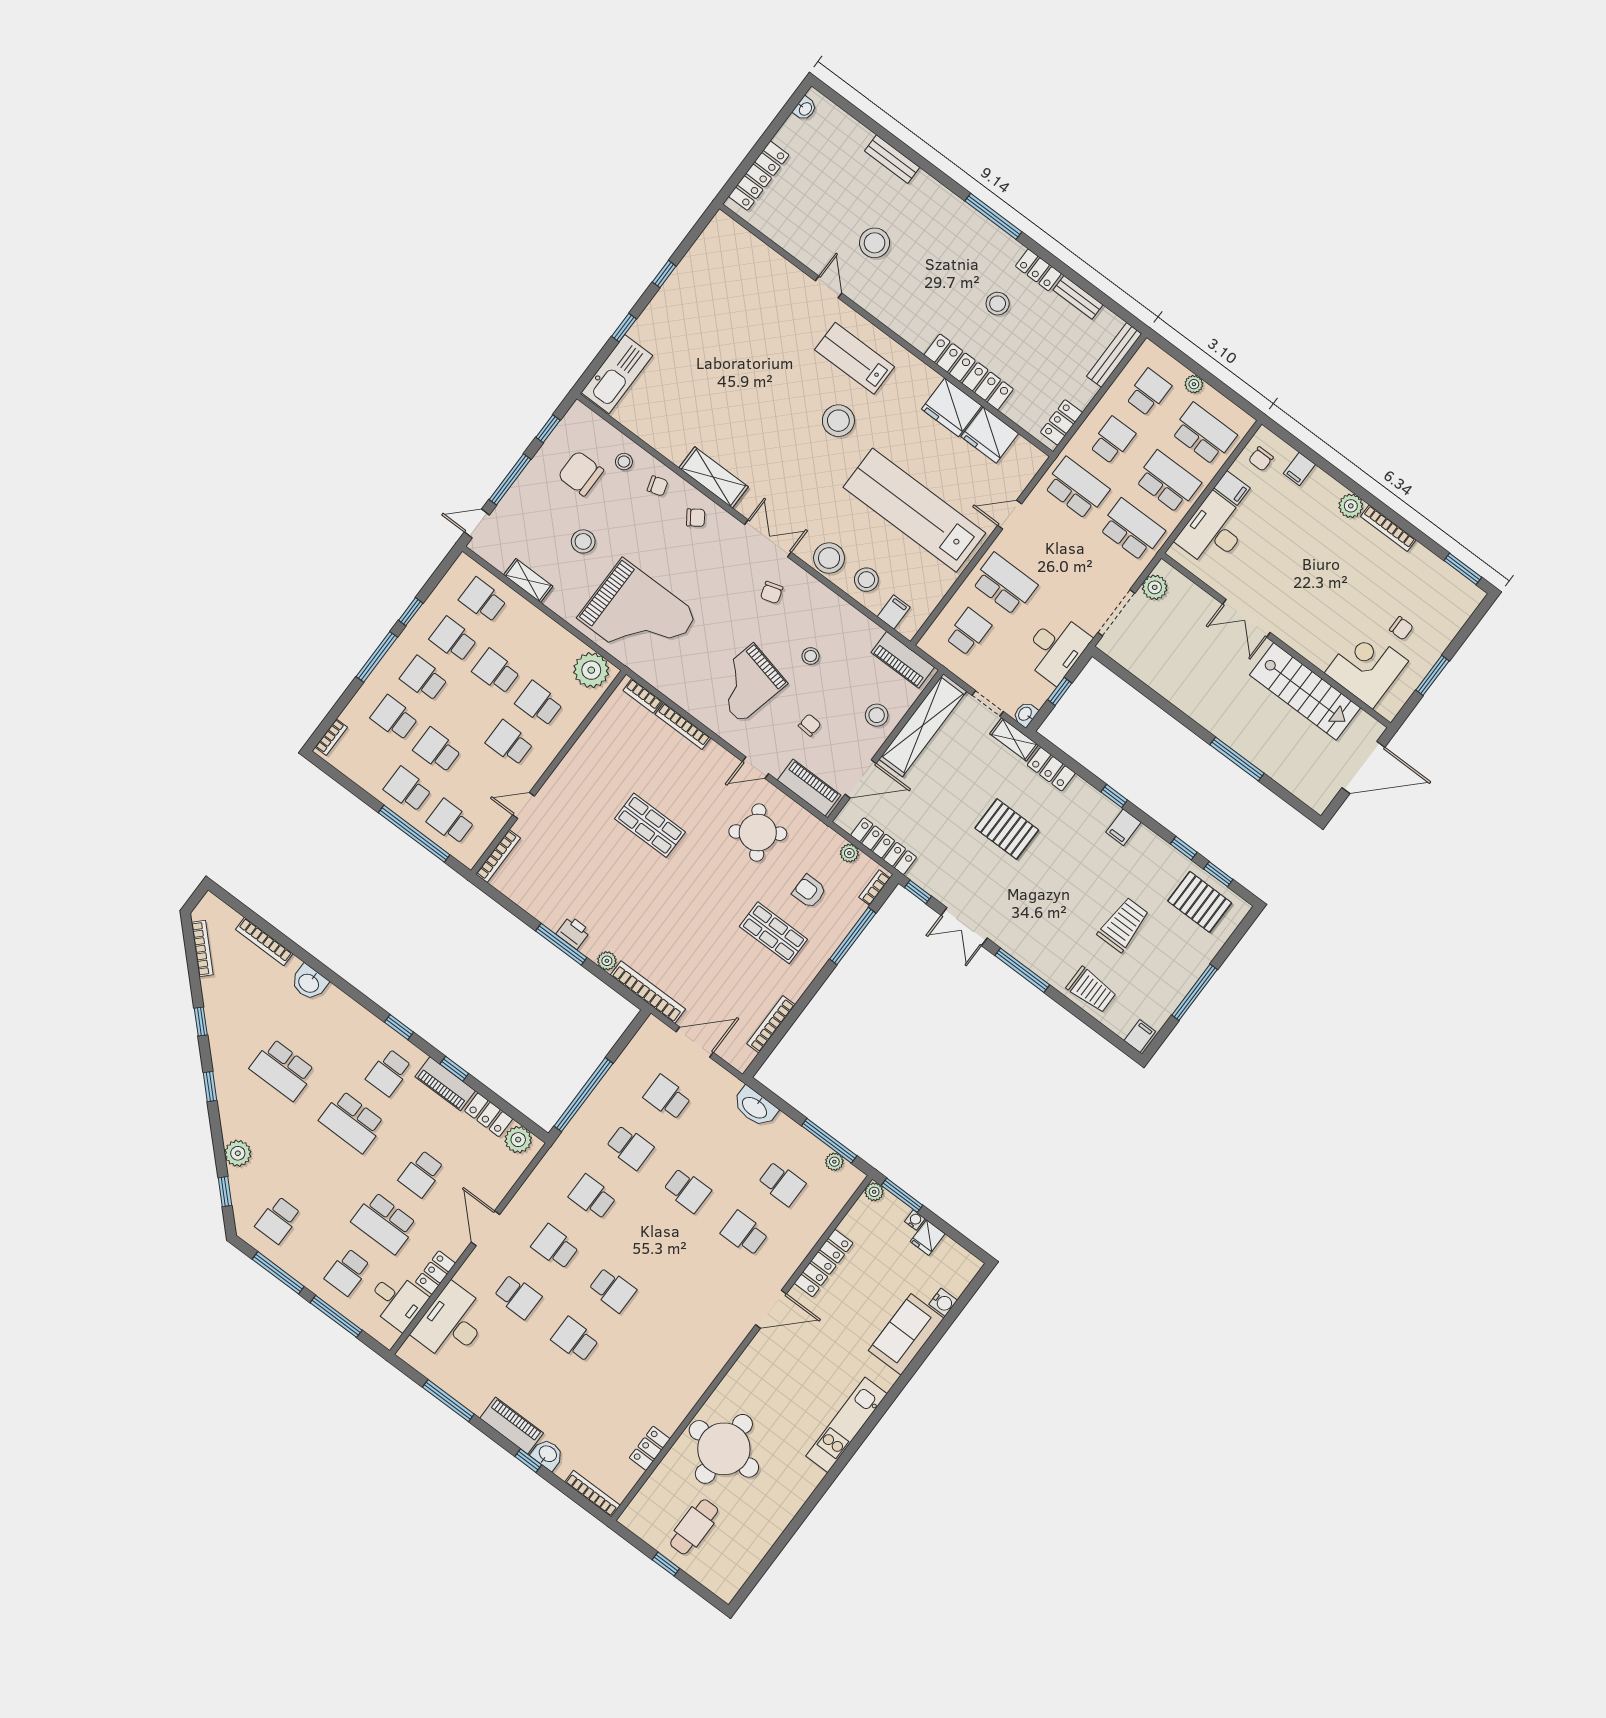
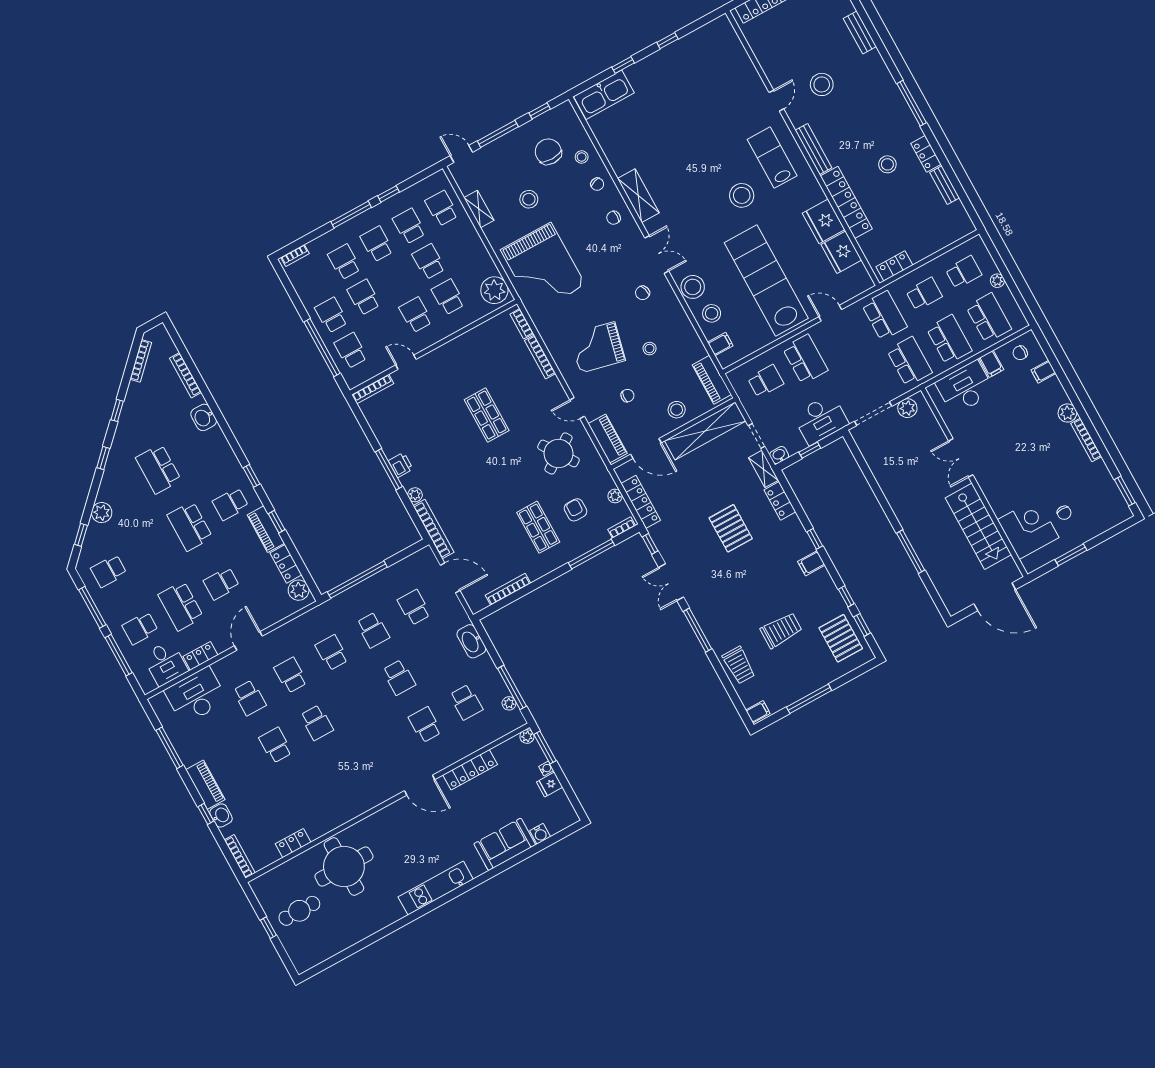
bench: (1114, 355) -> (814, 149), moved, turned 90
chair: (696, 518) -> (614, 218), turned 125

